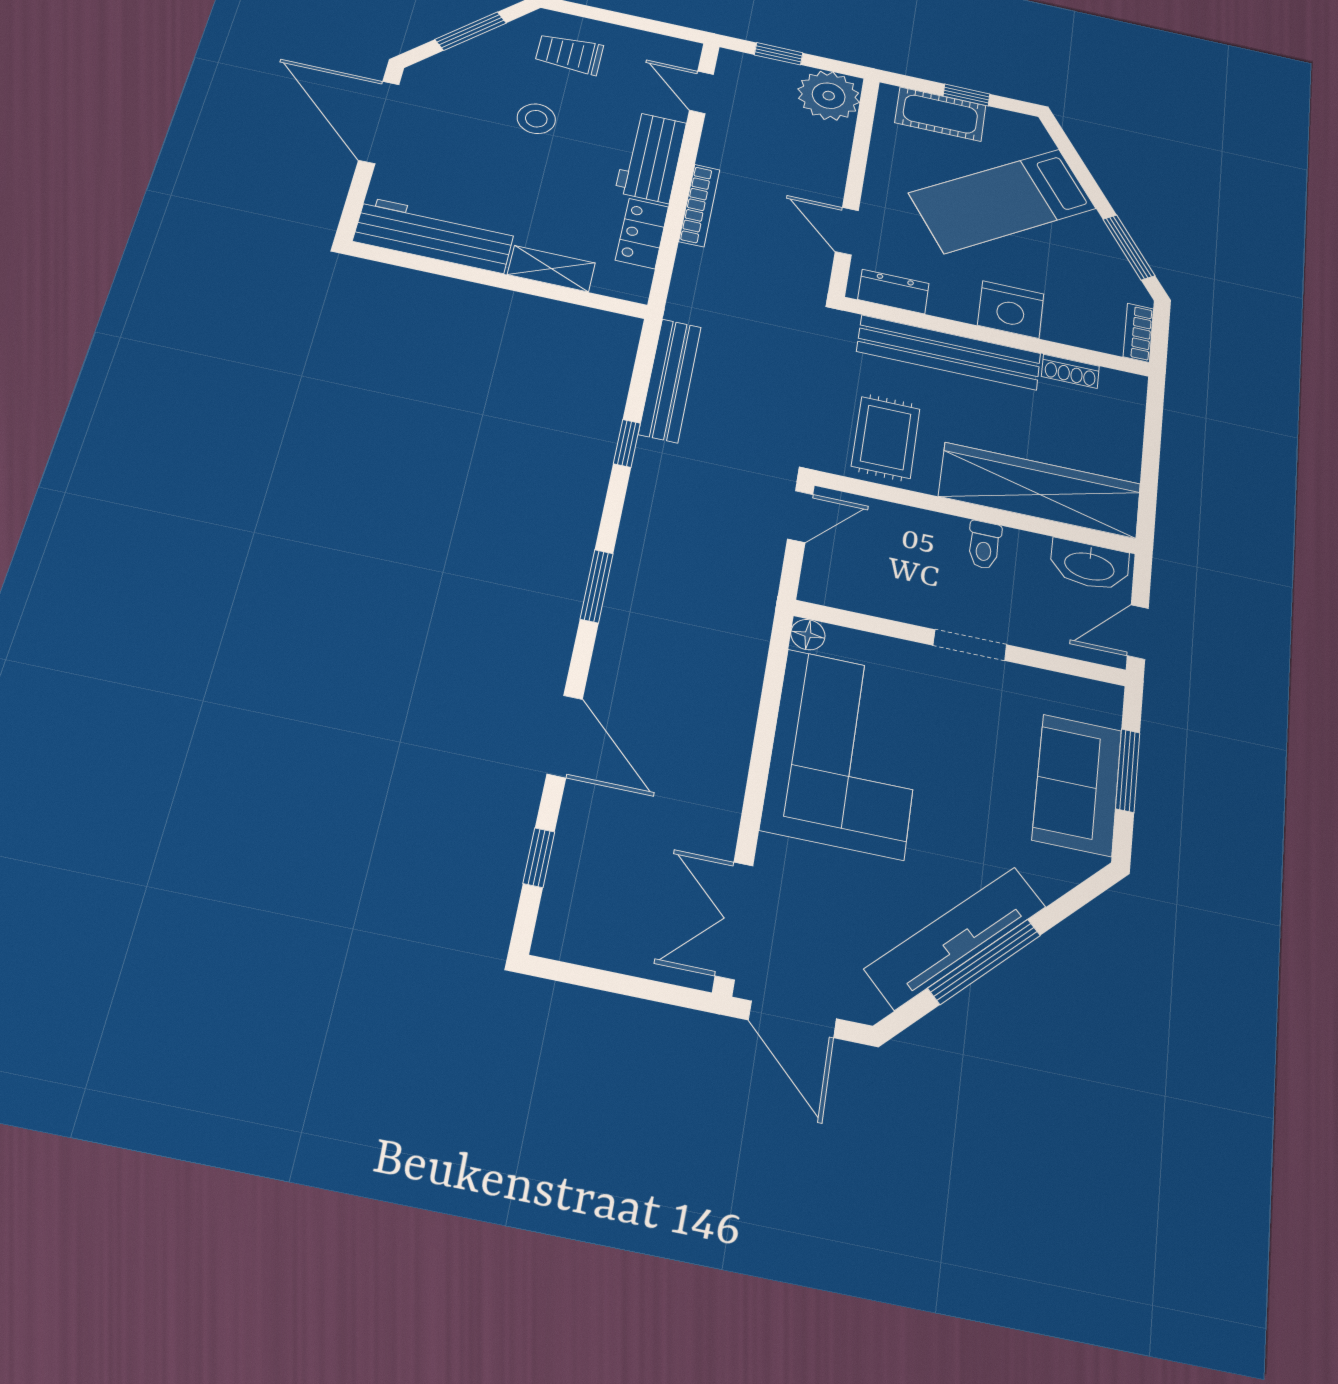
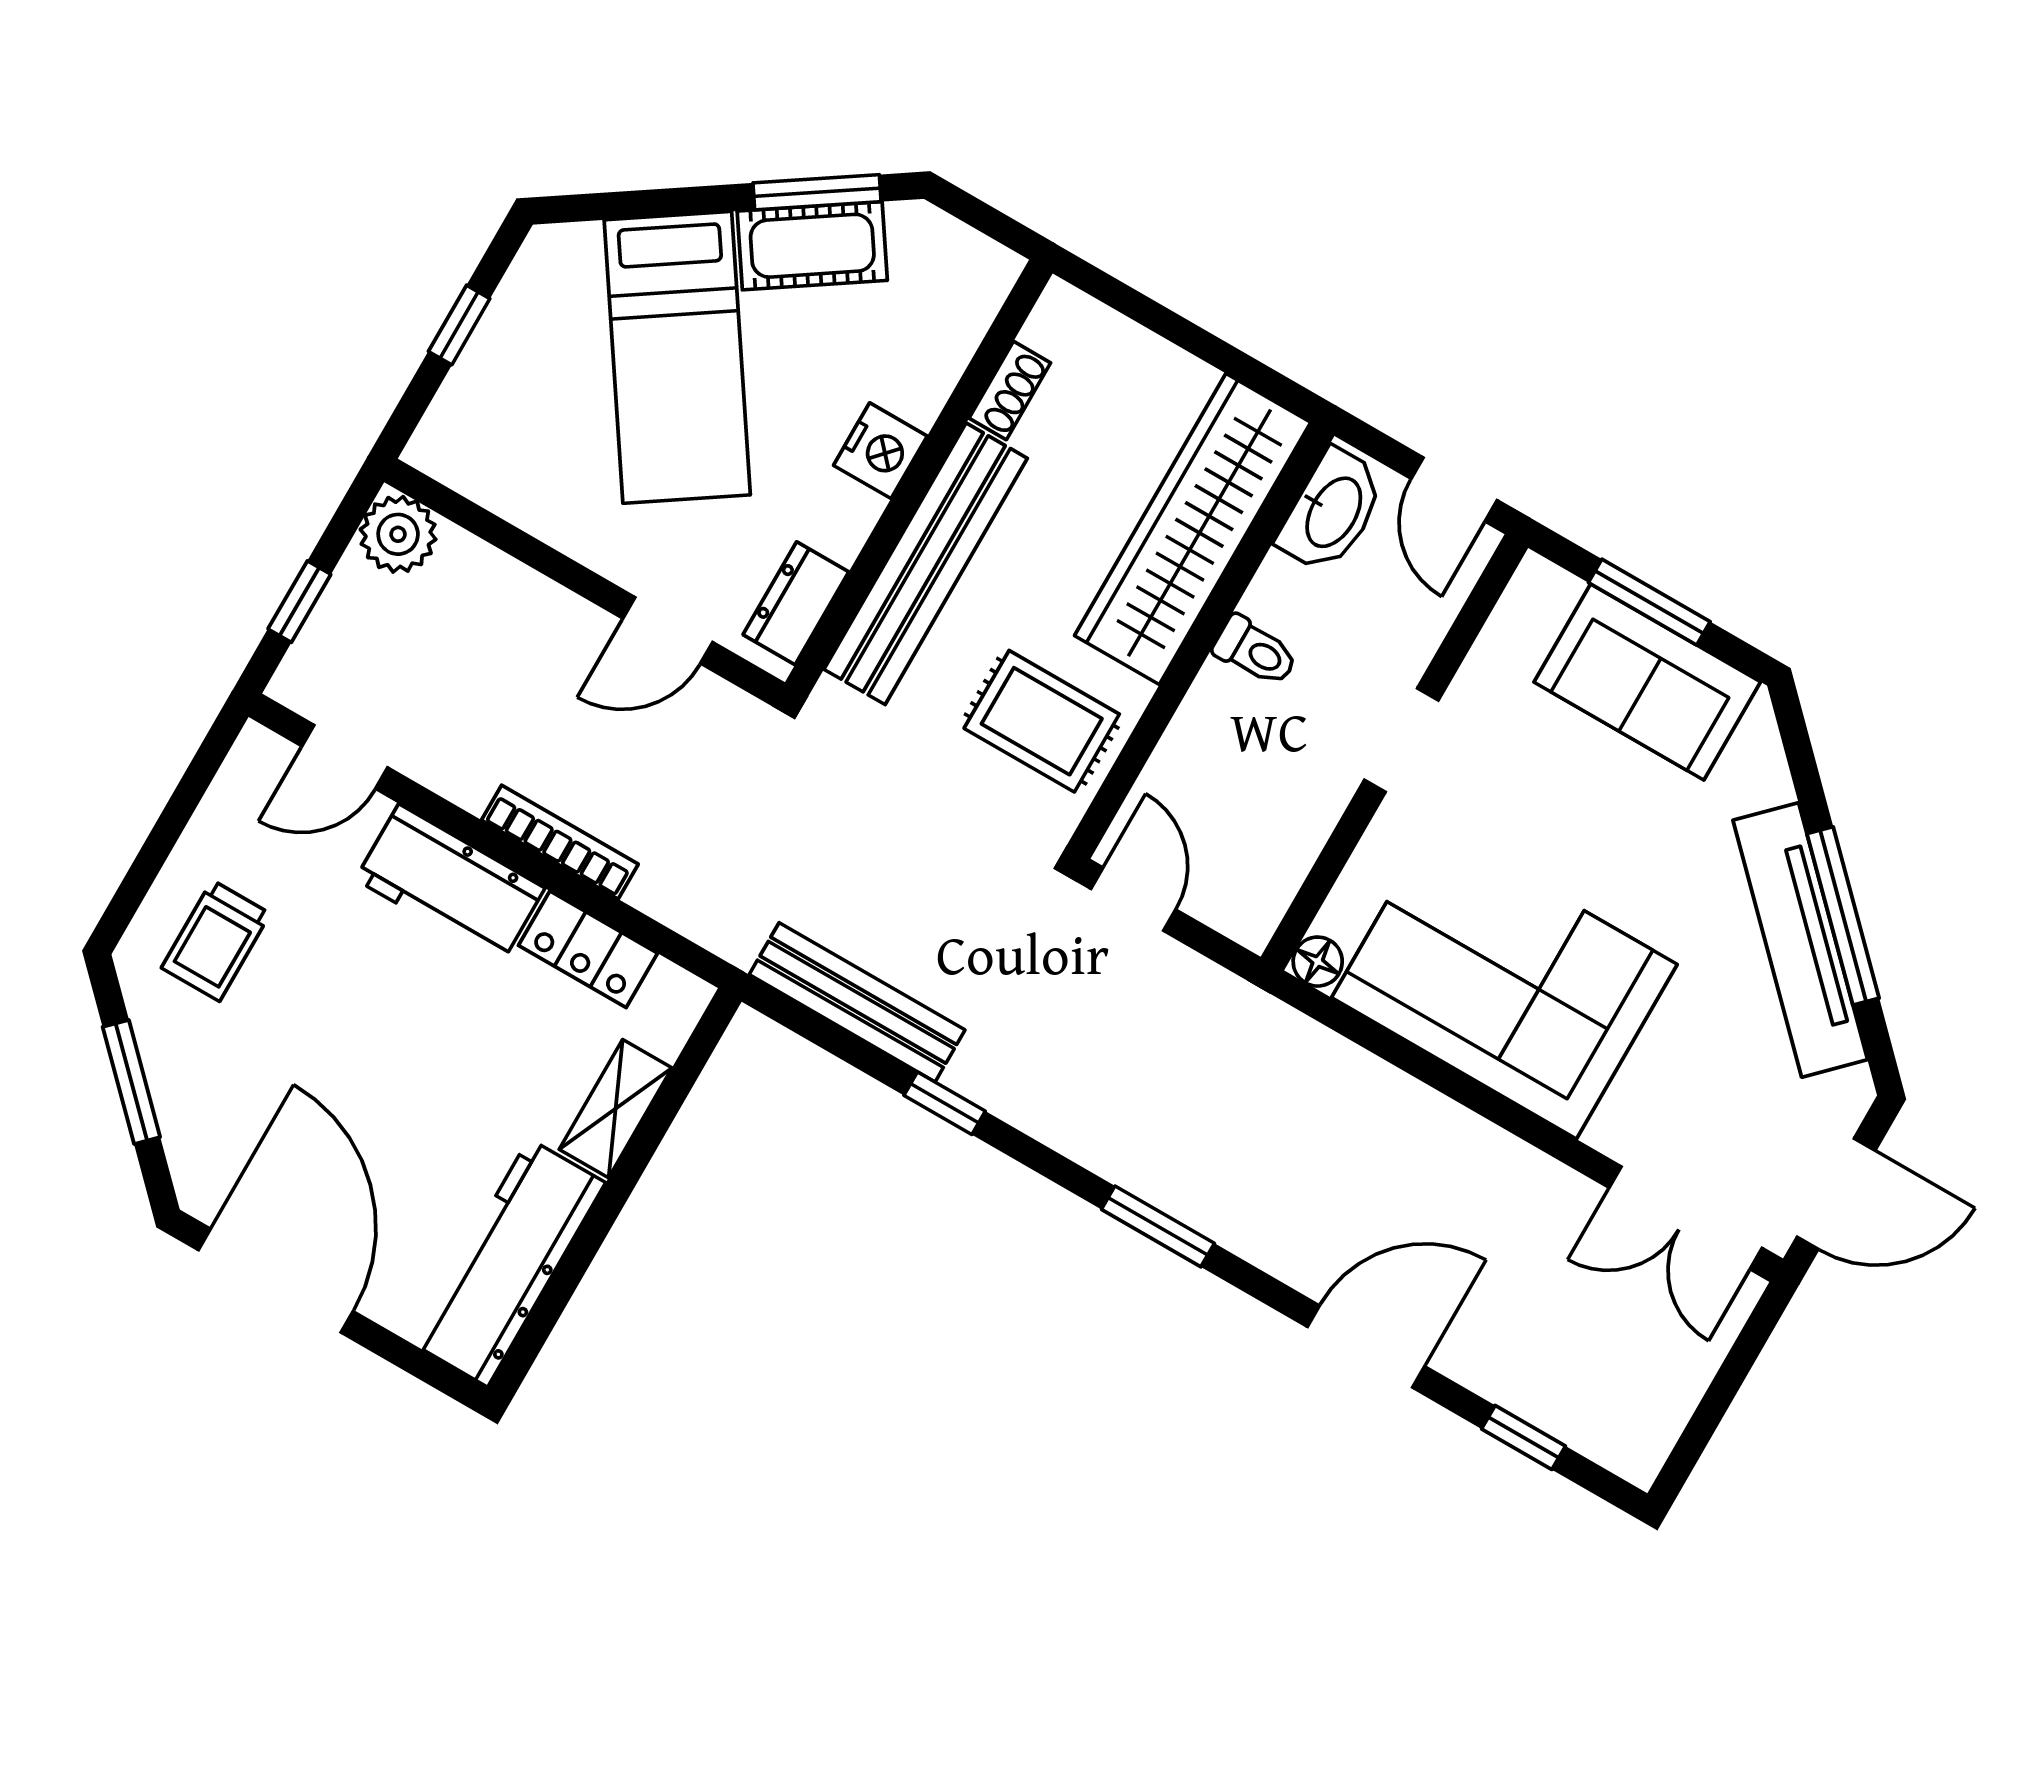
plant: (829, 96) -> (398, 534), width x0.73, depth x0.73
cot: (940, 114) -> (812, 246), moved, turned 56
stool: (536, 119) -> (330, 1036), removed
door: (379, 122) -> (276, 1281), swing flipped
nightstand: (1011, 310) -> (880, 451), width x0.74, depth x0.75
bookcase: (1138, 333) -> (973, 252), removed

